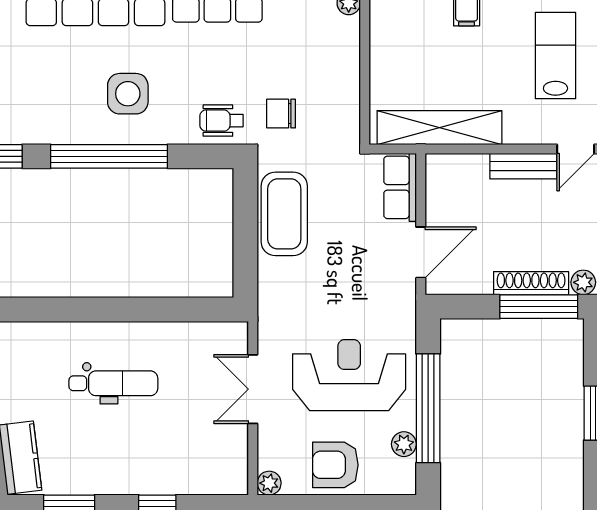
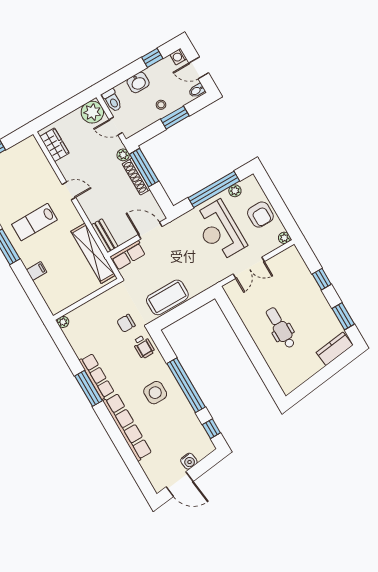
chair: (281, 114) -> (126, 323), turned 90
bench: (523, 166) -> (105, 236), moved

